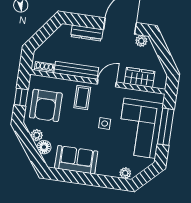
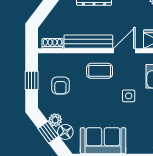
coffee table: (82, 98) -> (100, 71), turned 90
armchair: (46, 105) -> (60, 86), width x0.53, depth x0.53
window: (29, 145) -> (48, 132), added

